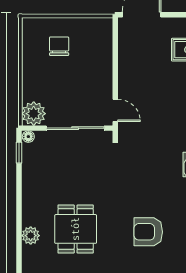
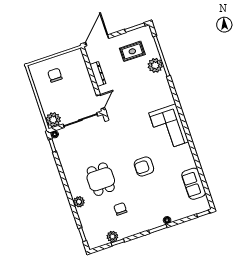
dresser: (125, 66) -> (98, 74), added
door: (115, 110) -> (101, 102), hinge flipped
plant: (31, 236) -> (79, 202), moved

